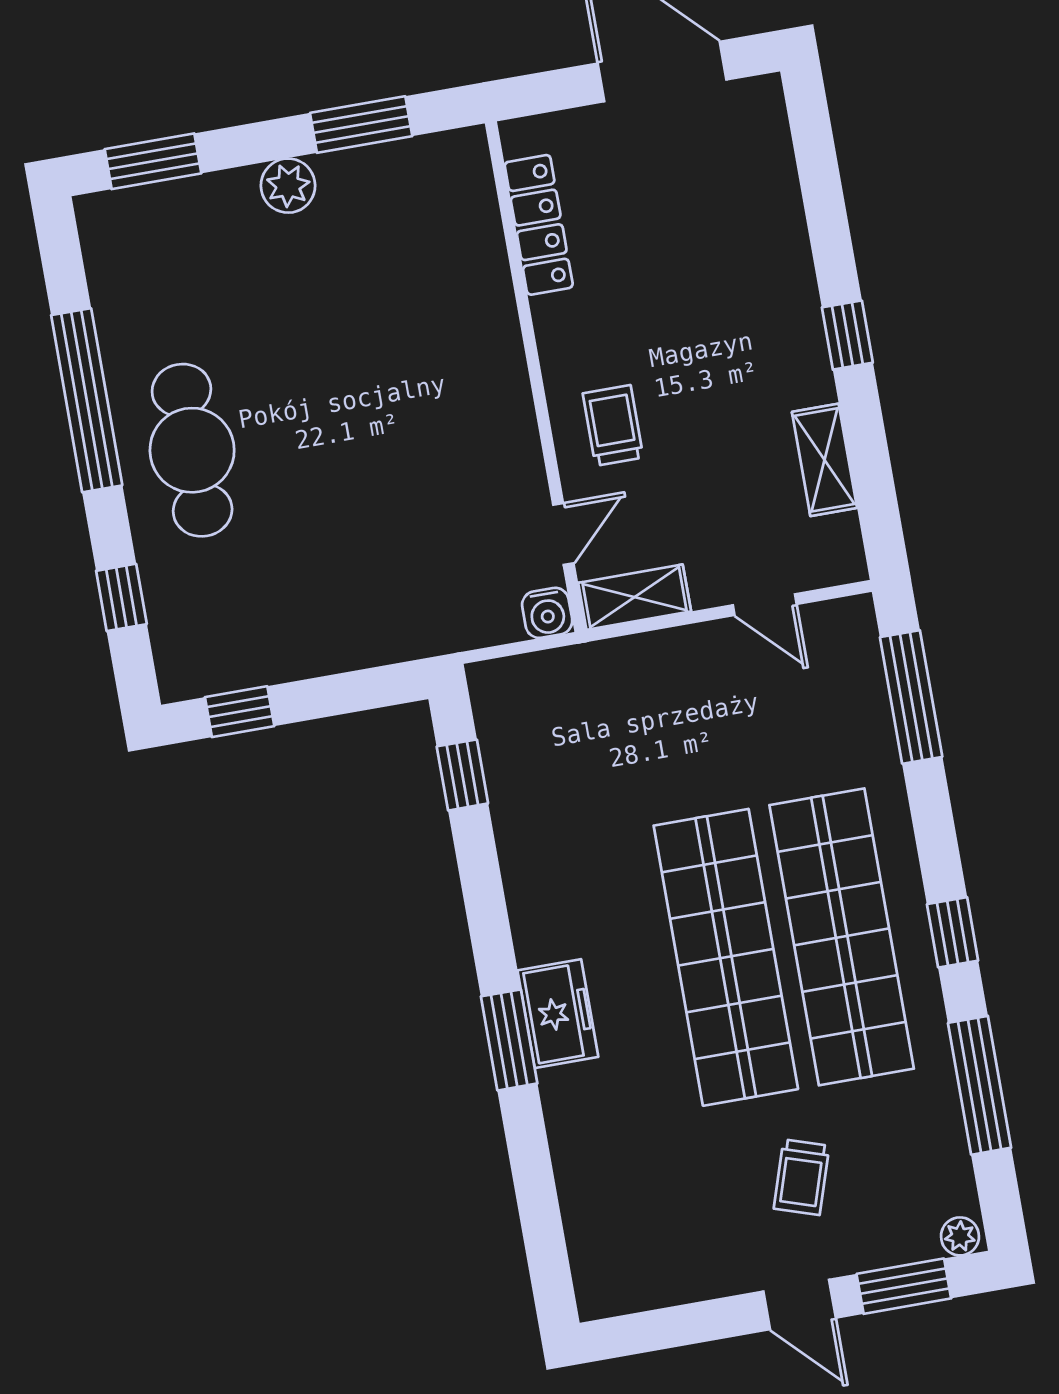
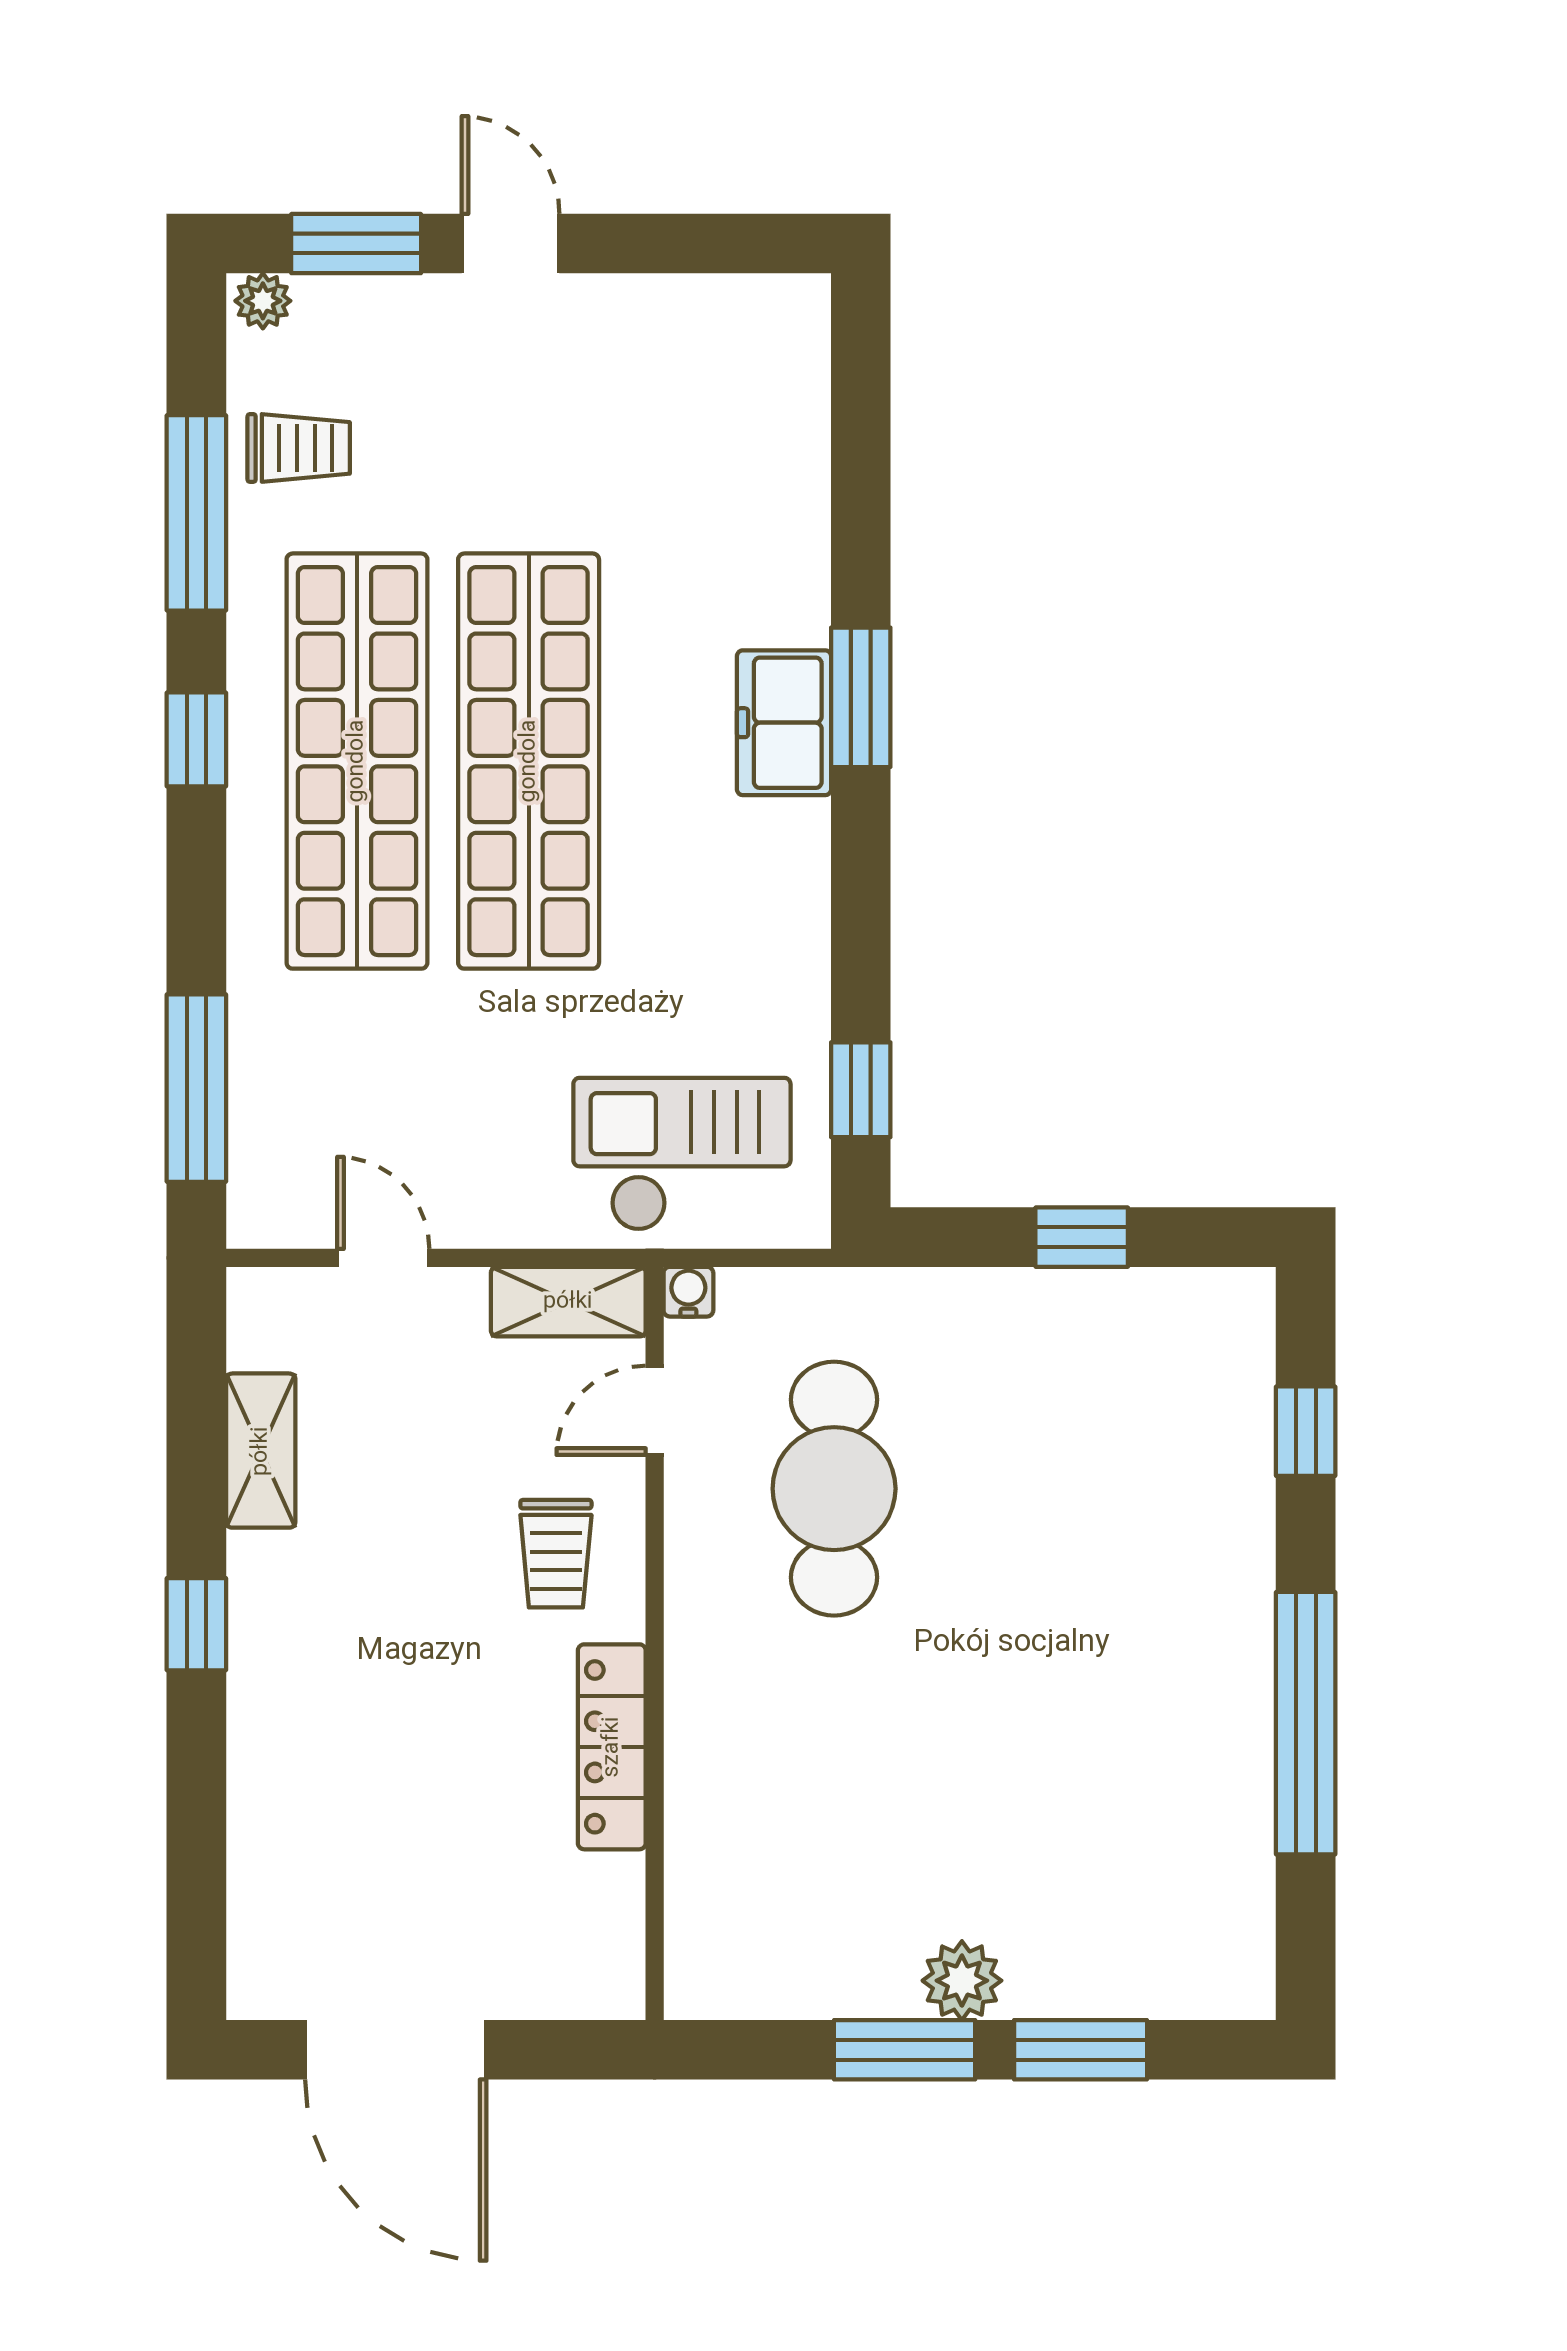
window: (361, 125) -> (905, 2050), moved
window: (153, 161) -> (1081, 2050), moved
locker: (539, 225) -> (612, 1747), moved
cafe table: (192, 450) -> (834, 1489), moved
water cooler: (547, 613) -> (688, 1292), width x0.72, depth x0.72
checkout: (575, 710) -> (682, 1154), added
window: (240, 712) -> (1082, 1237), moved
trolley: (802, 1177) -> (299, 448), moved, turned 72

